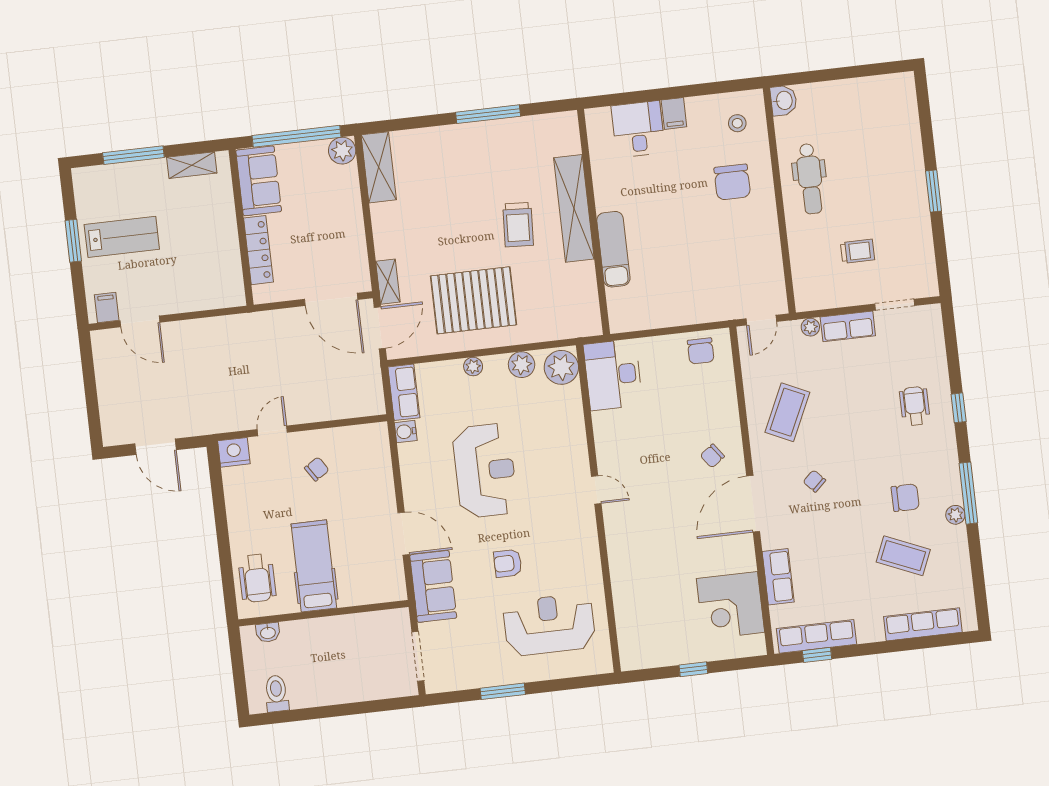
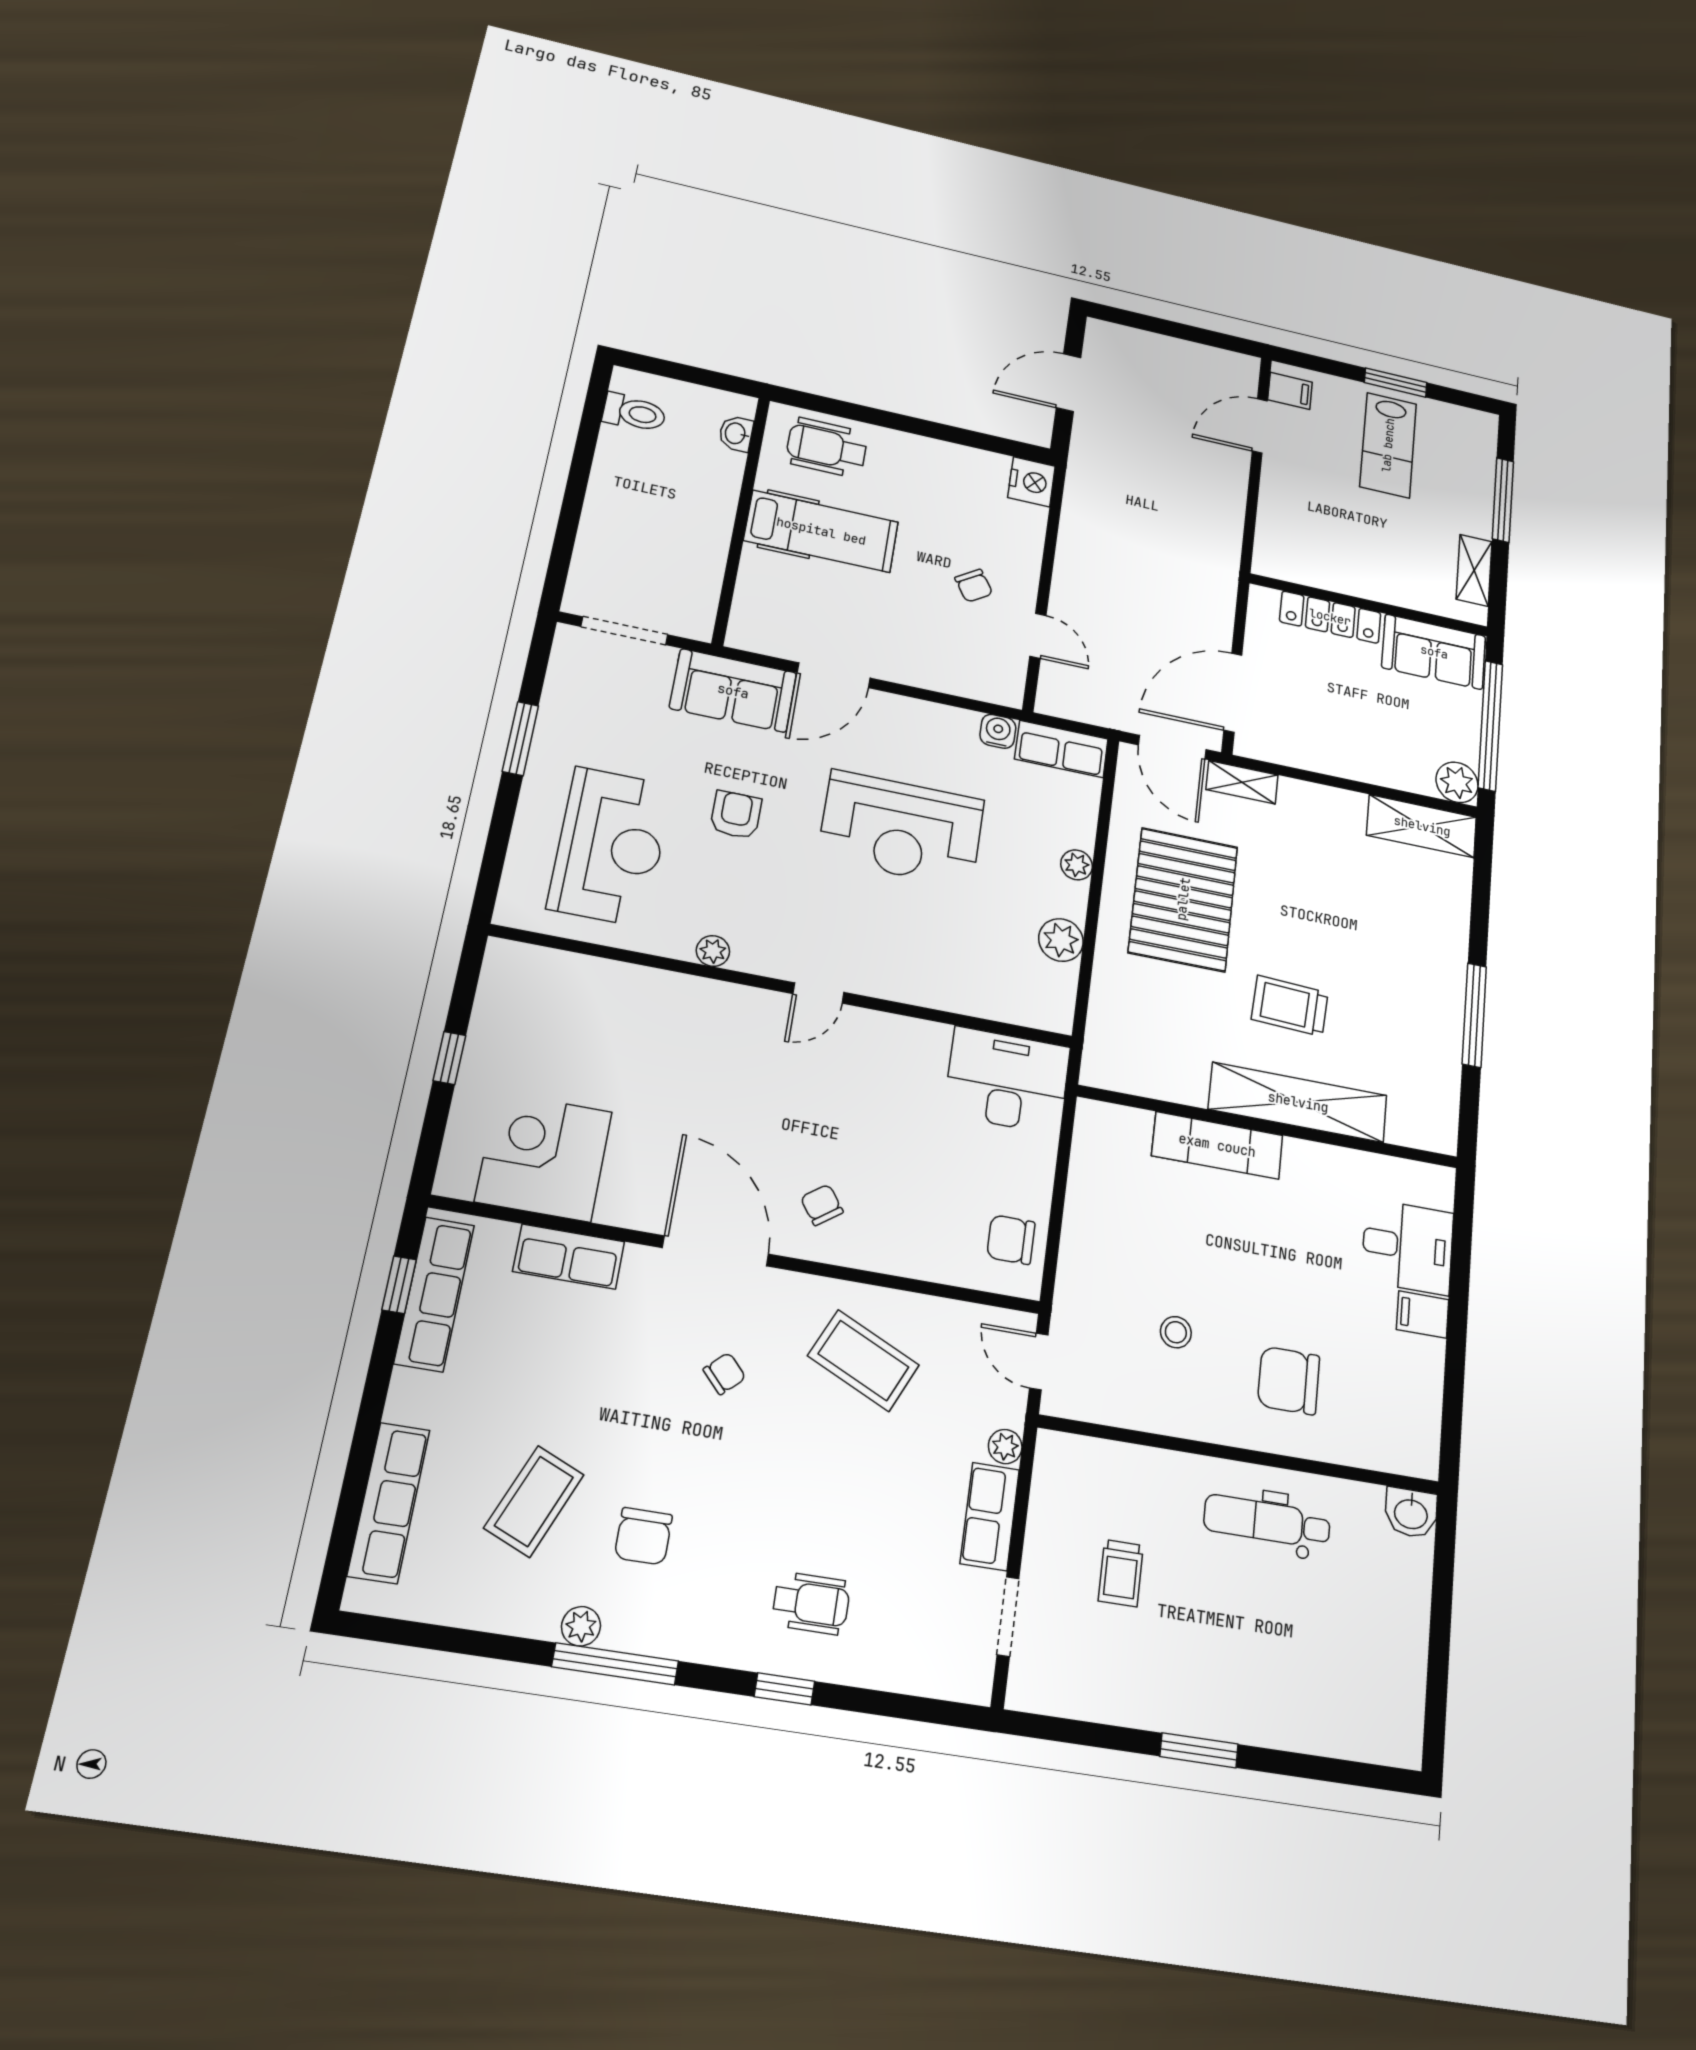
stool: (737, 123) -> (1176, 1332), moved
plant: (561, 367) -> (713, 951), moved, width x0.53, depth x0.53
door: (272, 431) -> (1038, 636), moved

